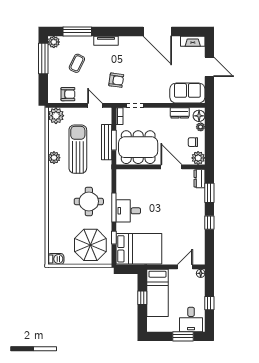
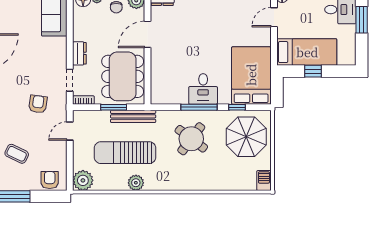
armchair: (68, 94) -> (50, 180), moved
dresser: (180, 113) -> (79, 53), moved
bench: (107, 142) -> (133, 116), moved
round table: (89, 201) -> (191, 139), turned 37
door: (185, 267) -> (274, 17), hinge flipped

